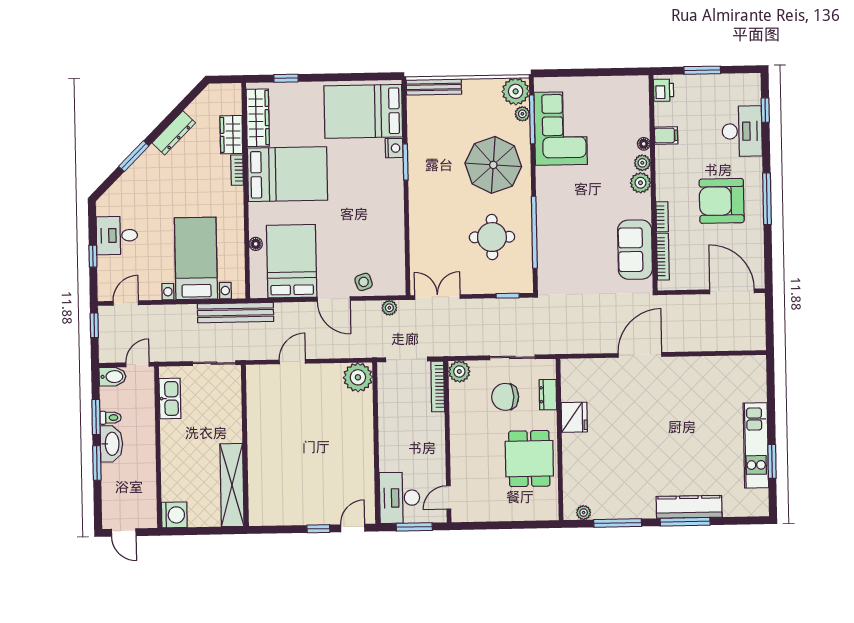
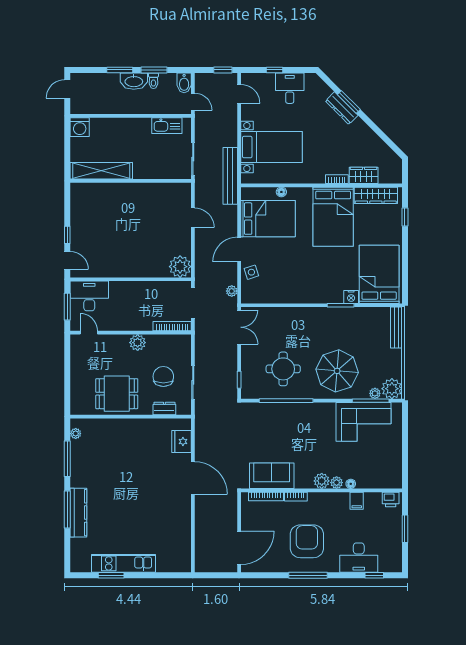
dresser: (174, 133) -> (342, 108), moved
plant: (459, 371) -> (138, 343), moved
fridge: (574, 417) -> (181, 442), moved, turned 90

